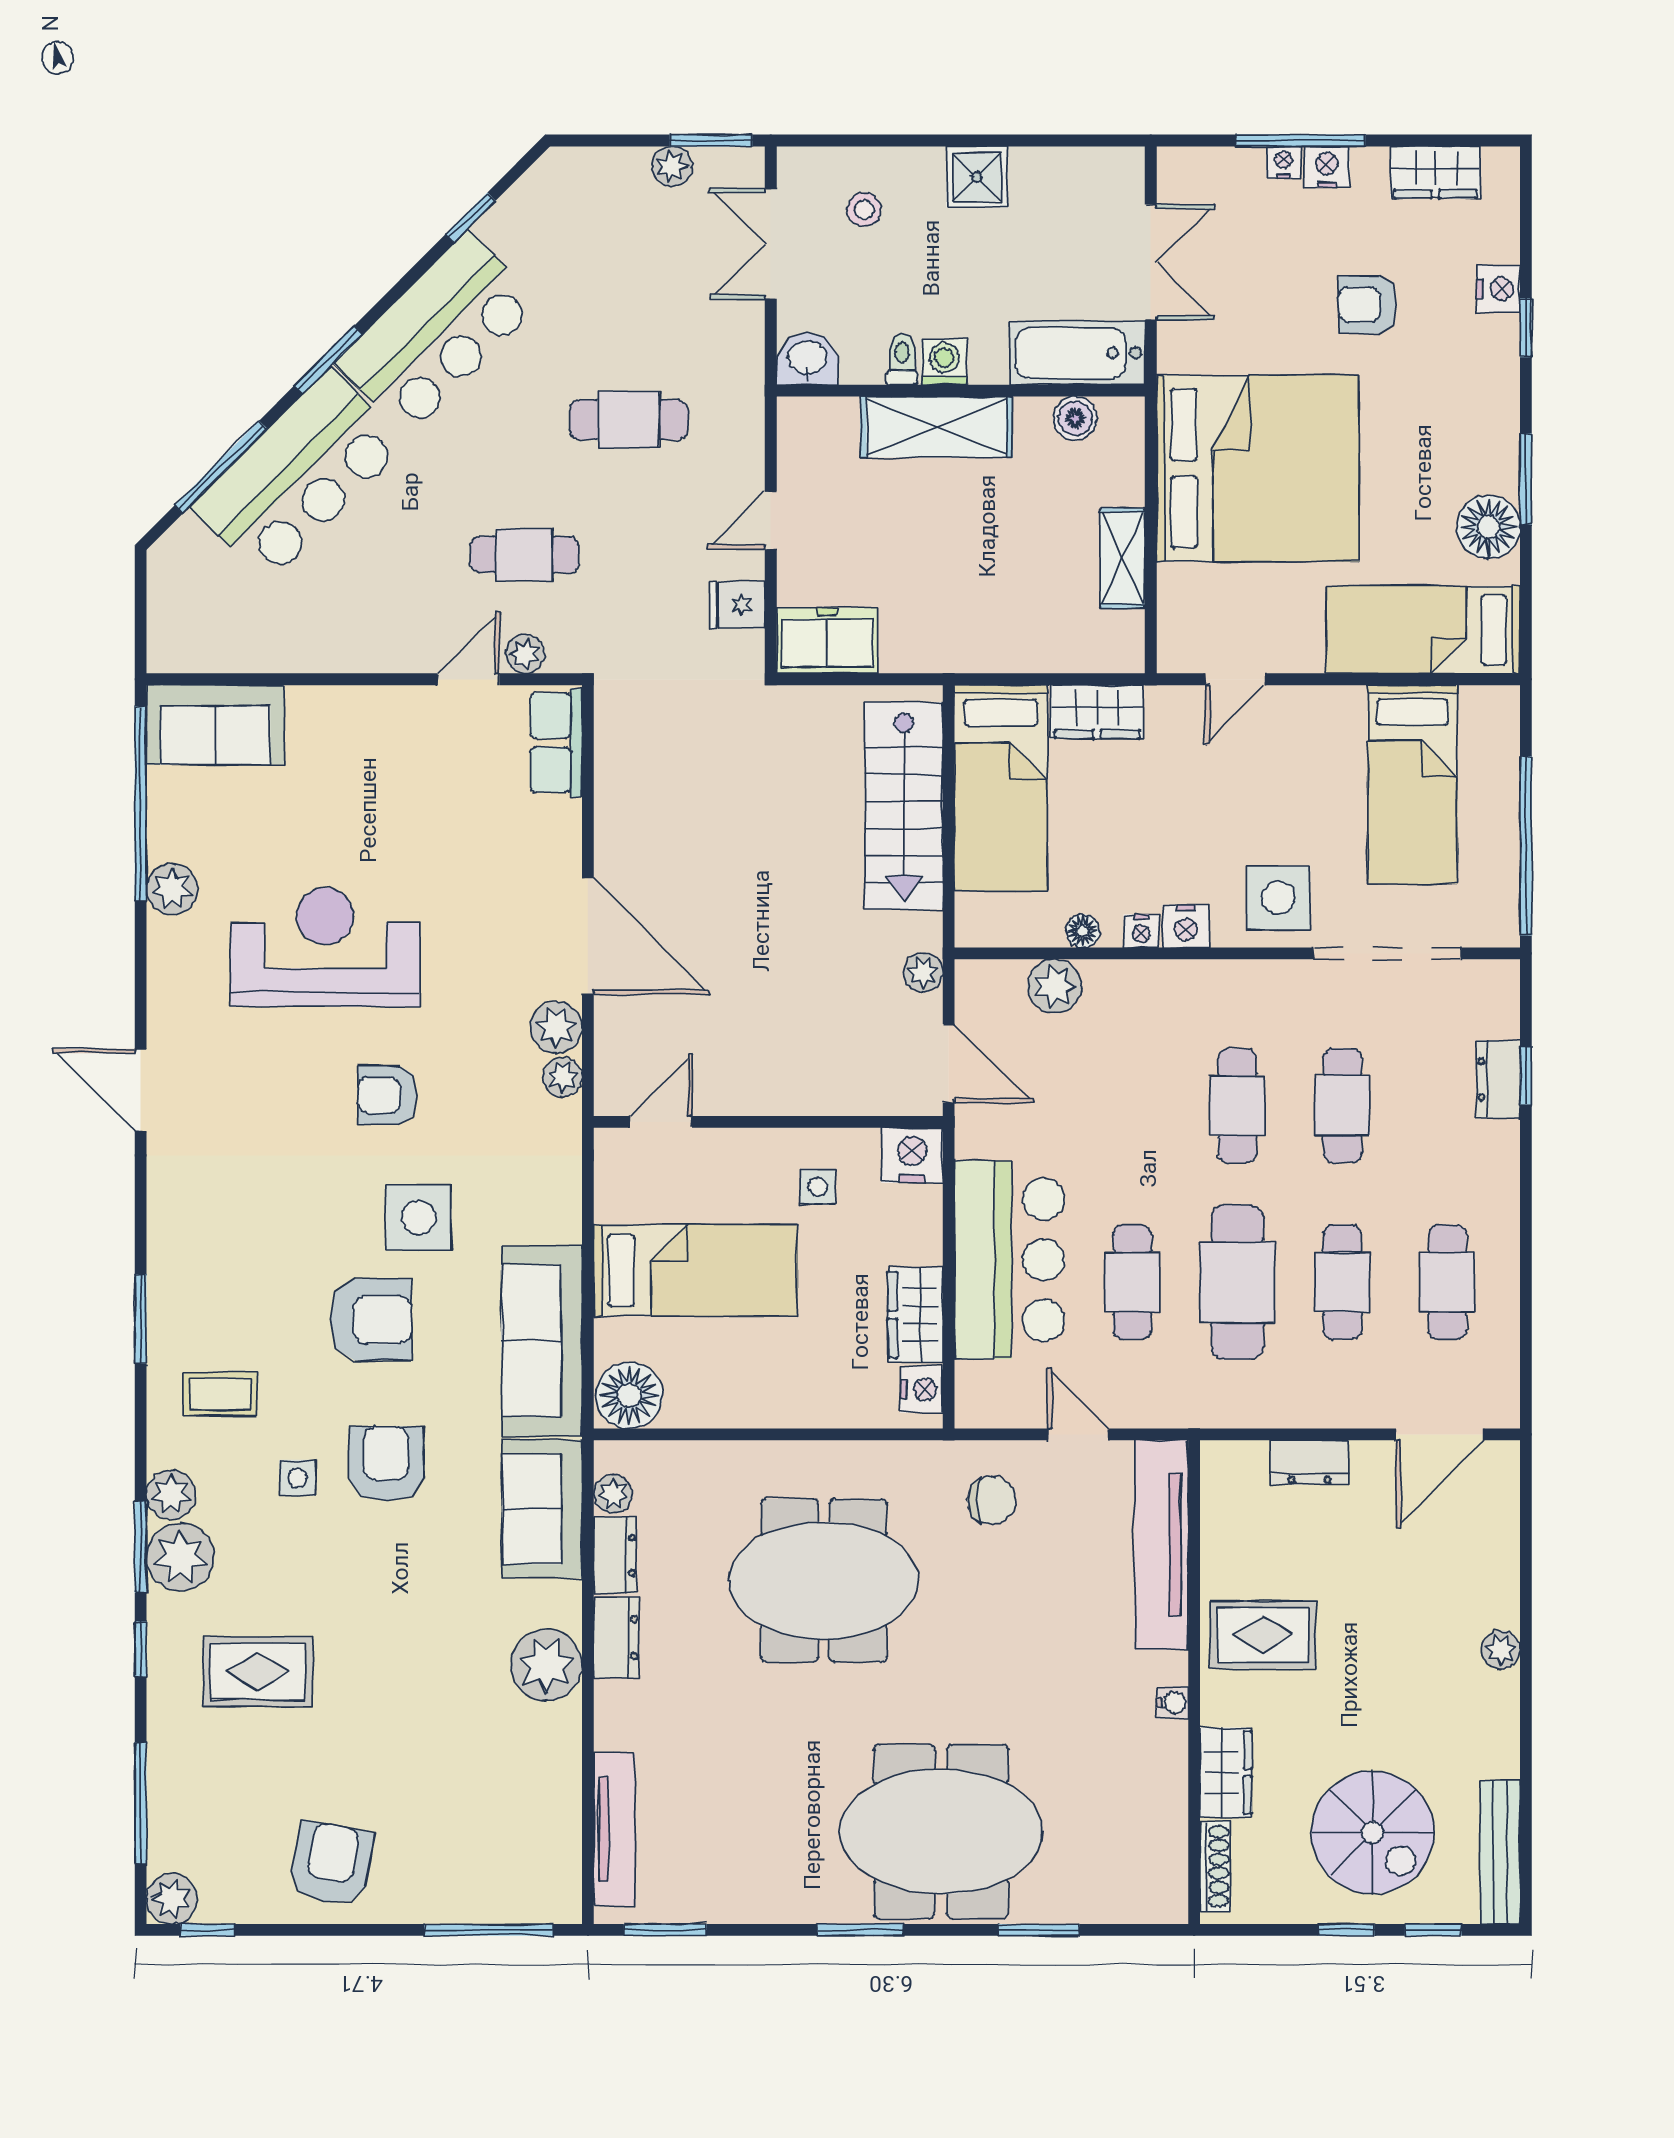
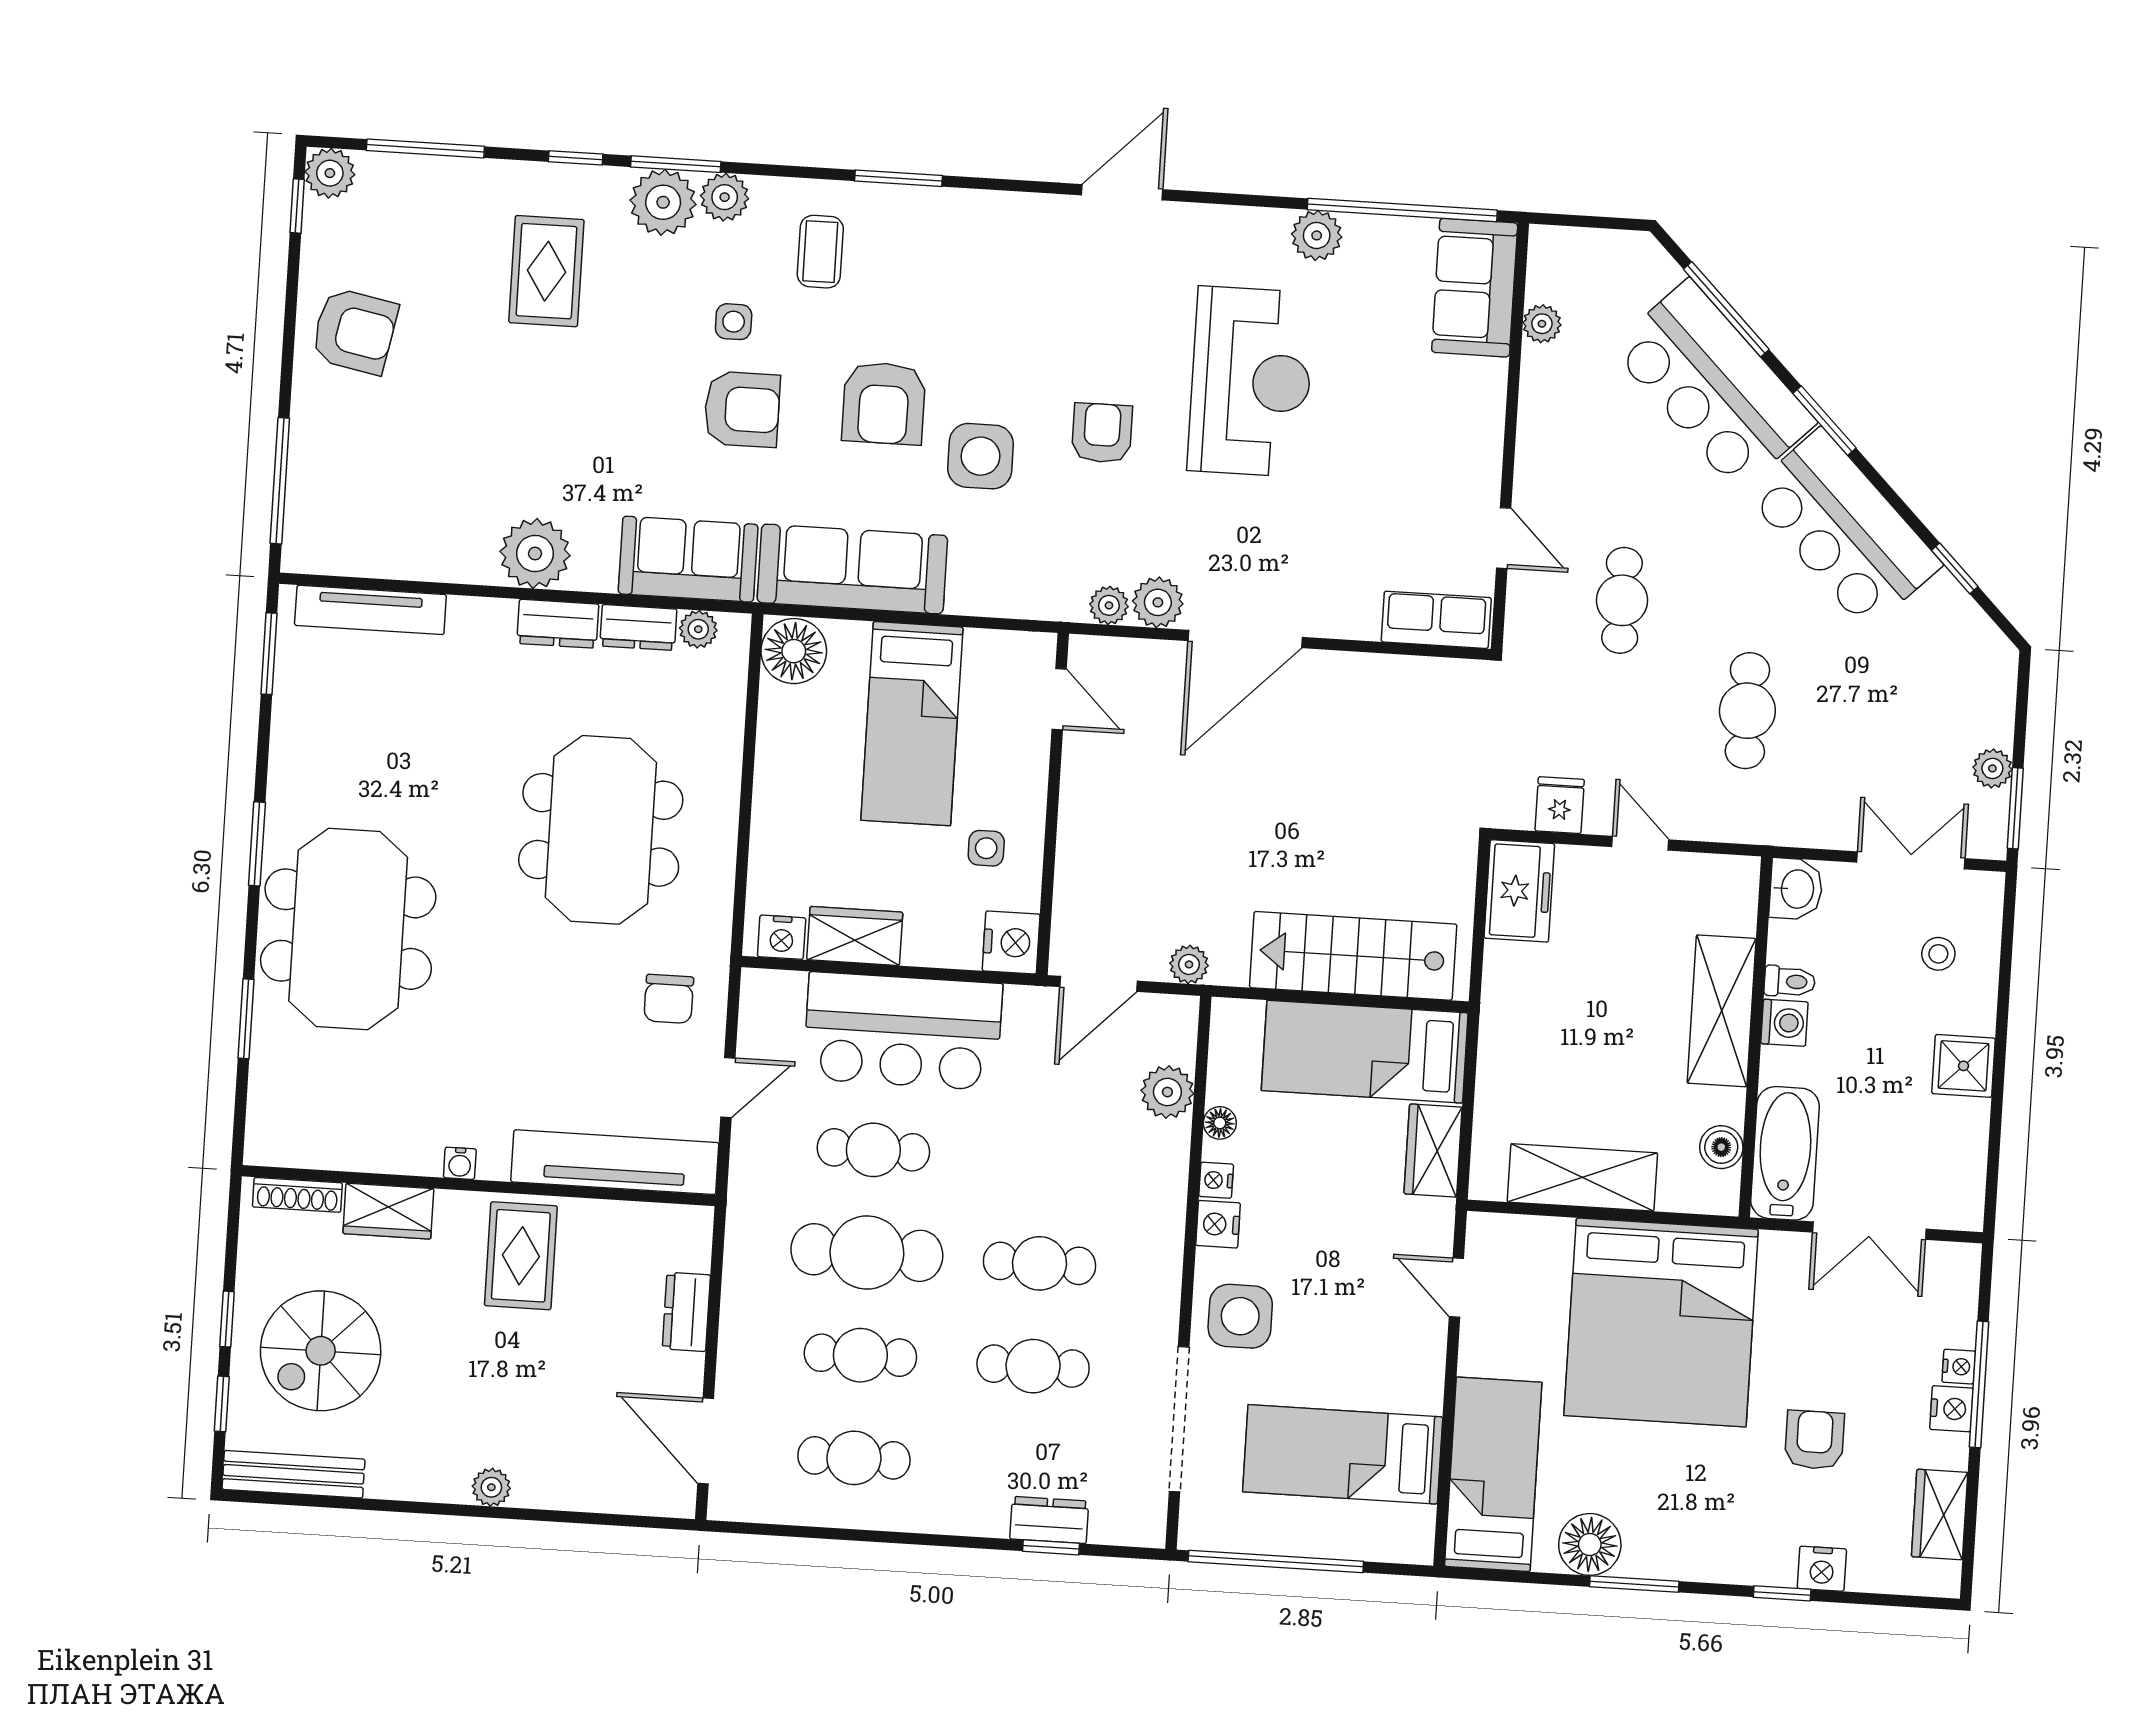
shelving: (1122, 558) -> (1582, 1177), width x1.50, depth x1.33
plant: (525, 654) -> (1542, 324), moved

